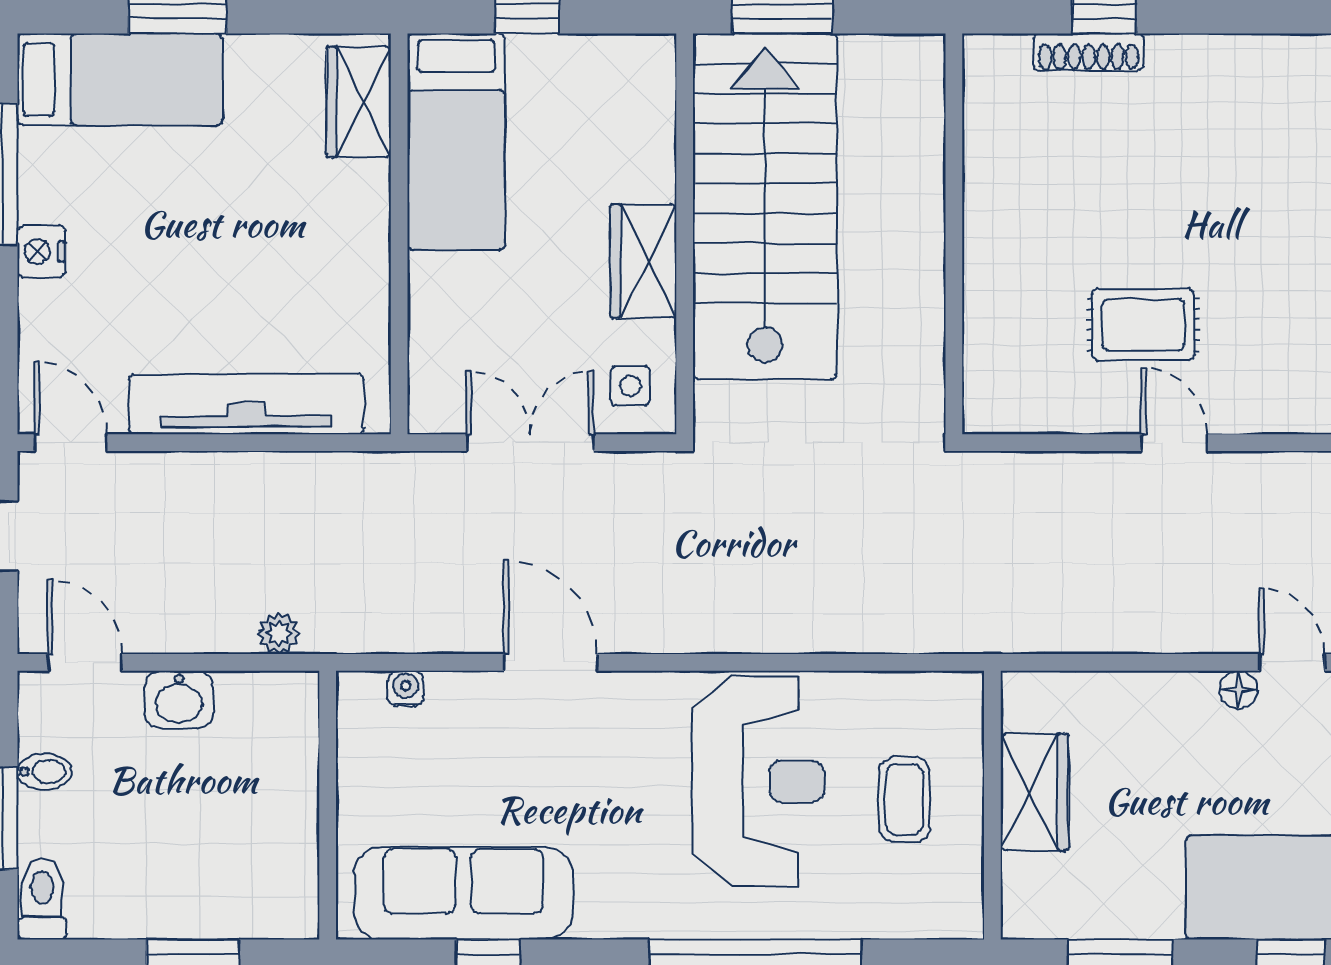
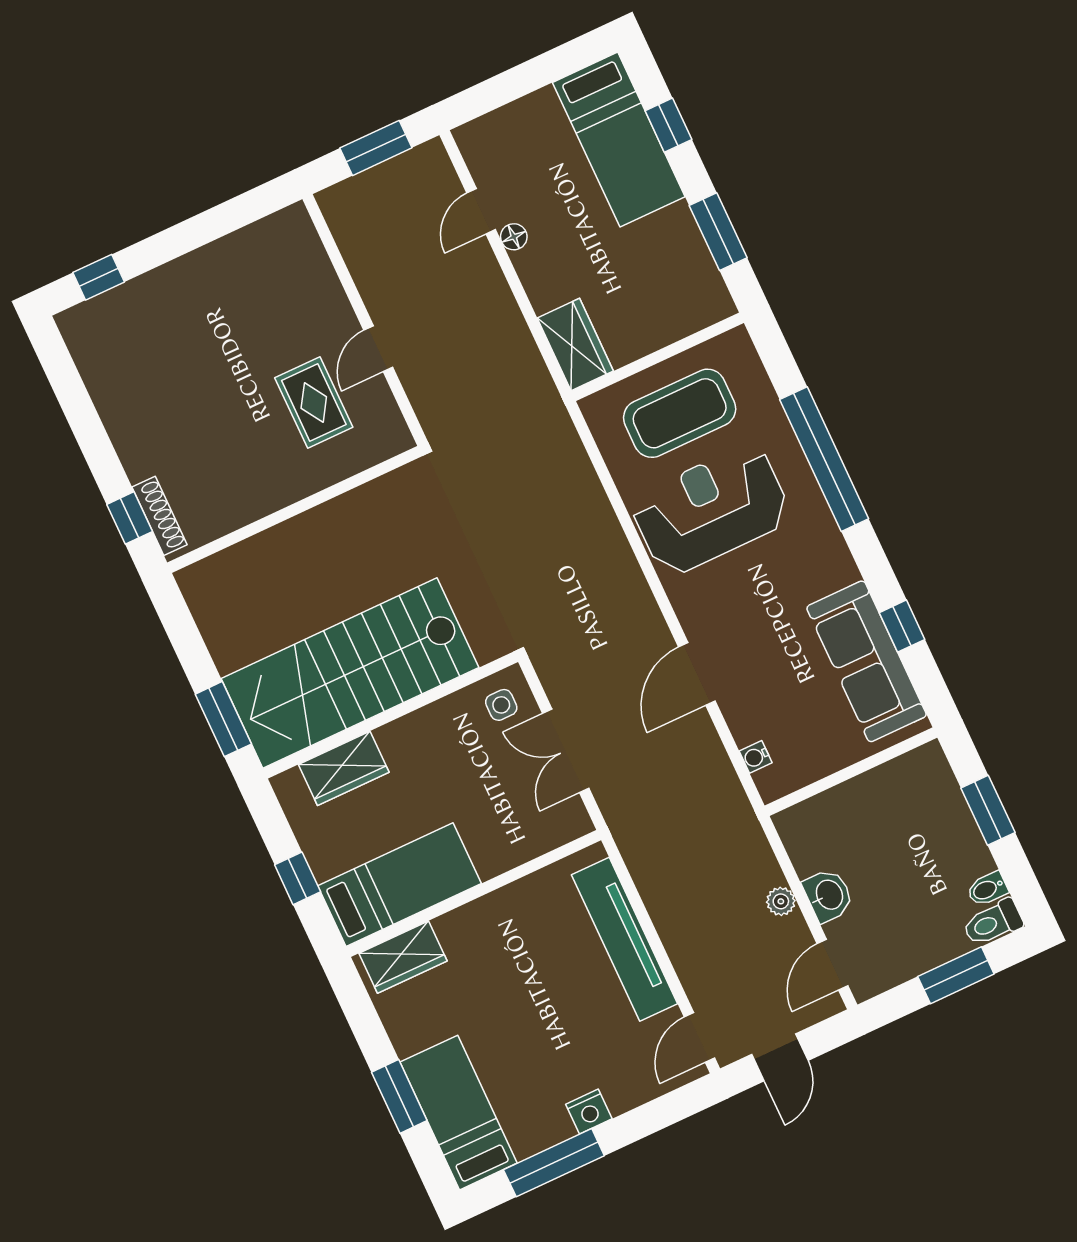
wall: (954, 234) -> (295, 509), moved
wardrobe: (643, 261) -> (344, 768), moved
plant: (279, 633) -> (781, 901), moved
bidet: (44, 771) -> (987, 889), moved, turned -90
wardrobe: (1034, 792) -> (575, 345), moved, turned 90
coffee table: (904, 799) -> (680, 413), width x1.86, depth x1.72

